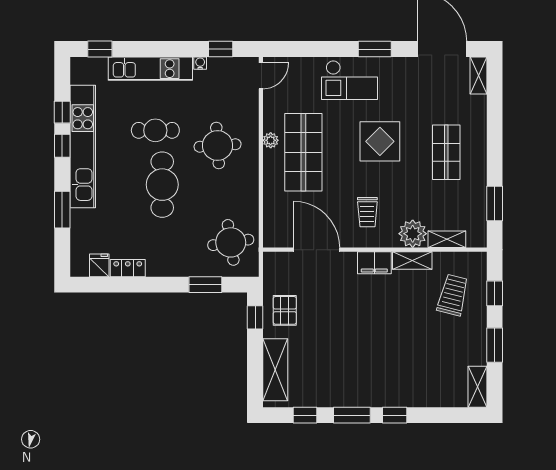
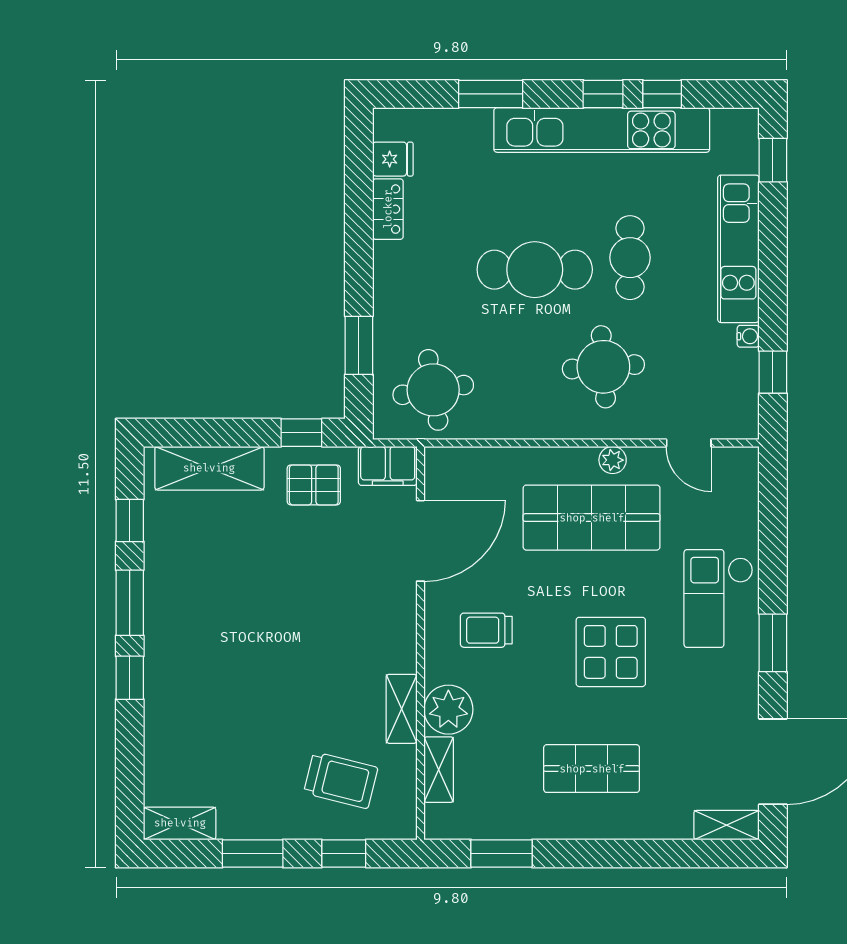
door: (261, 76) -> (689, 443), moved
filing cabinet: (374, 263) -> (388, 466), moved, turned -90

